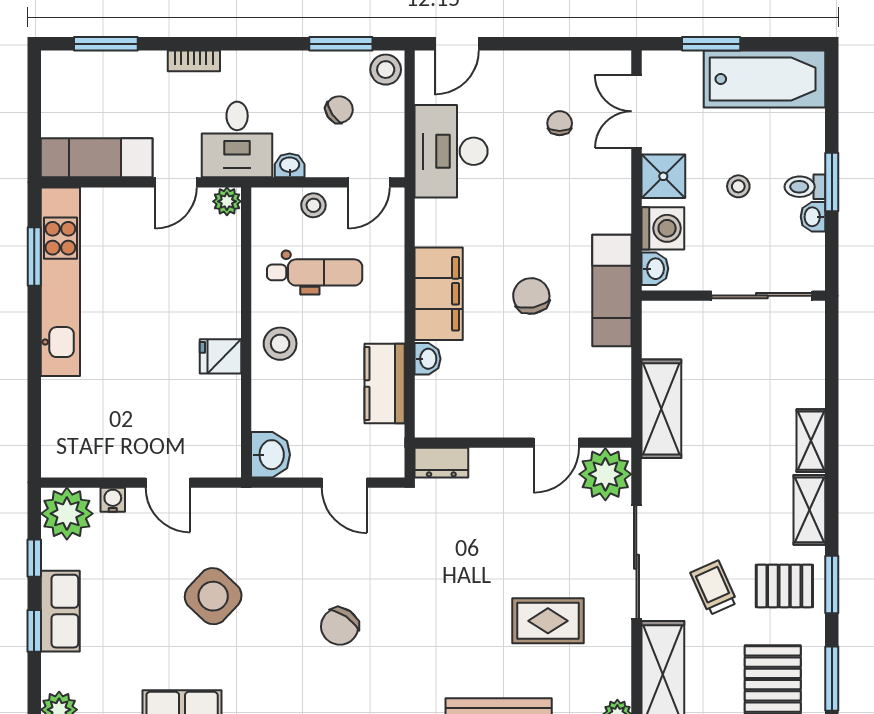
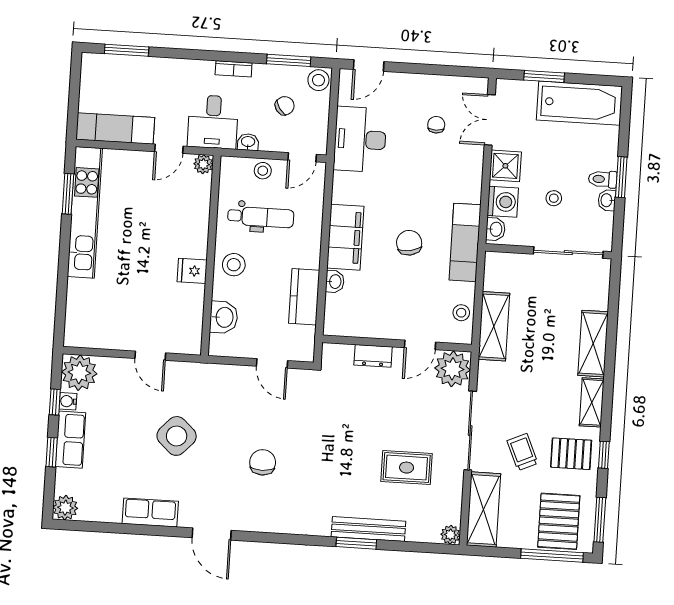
bookcase: (194, 61) -> (234, 69), moved
stool: (738, 186) -> (554, 198), moved
stool: (613, 392) -> (461, 313), added
shelving: (811, 441) -> (593, 344), width x1.50, depth x1.33
washbasin: (270, 455) -> (224, 317), moved
dresser: (441, 463) -> (373, 356), moved
water cooler: (113, 500) -> (68, 401), moved, turned -90
window: (832, 585) -> (604, 455), width x0.67
chair: (340, 626) -> (263, 462), turned 145

